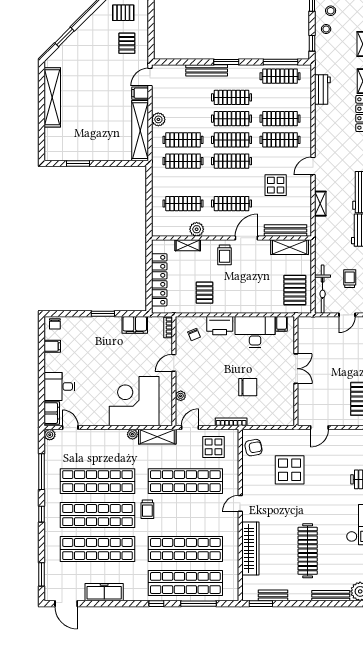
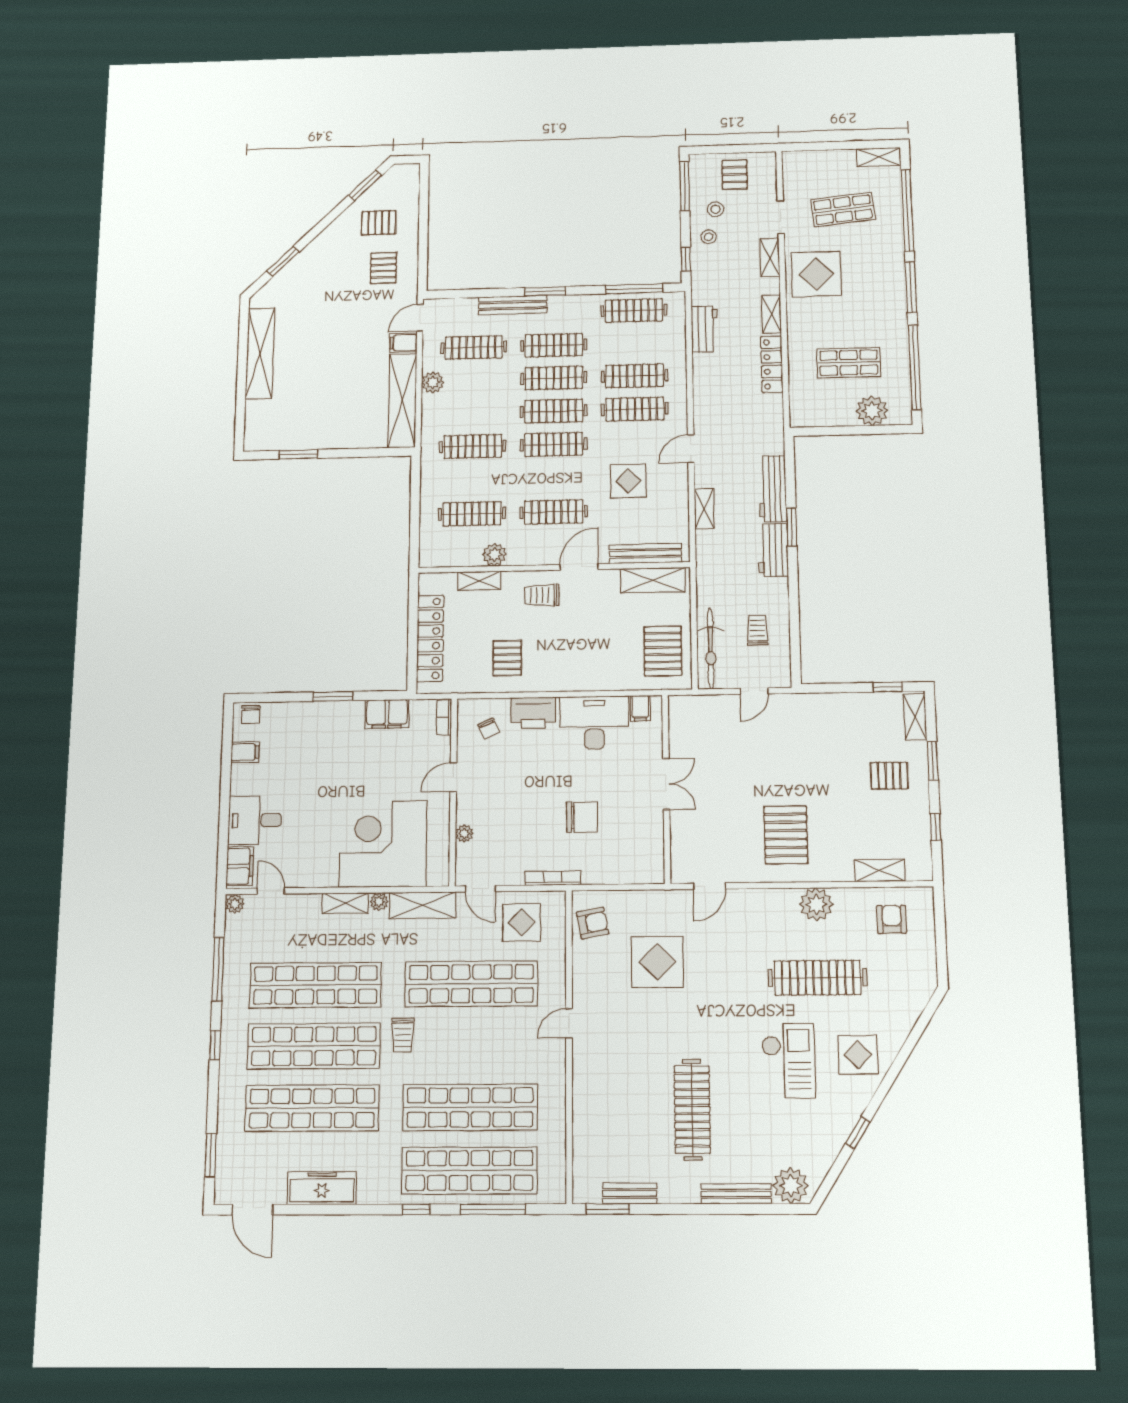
clothes rail: (183, 140) -> (474, 347), moved
trolley: (225, 255) -> (542, 595), turned 90
door: (190, 428) -> (480, 889), swing flipped
shelving: (113, 435) -> (345, 903), added
wardrobe: (250, 548) -> (588, 1106), removed

